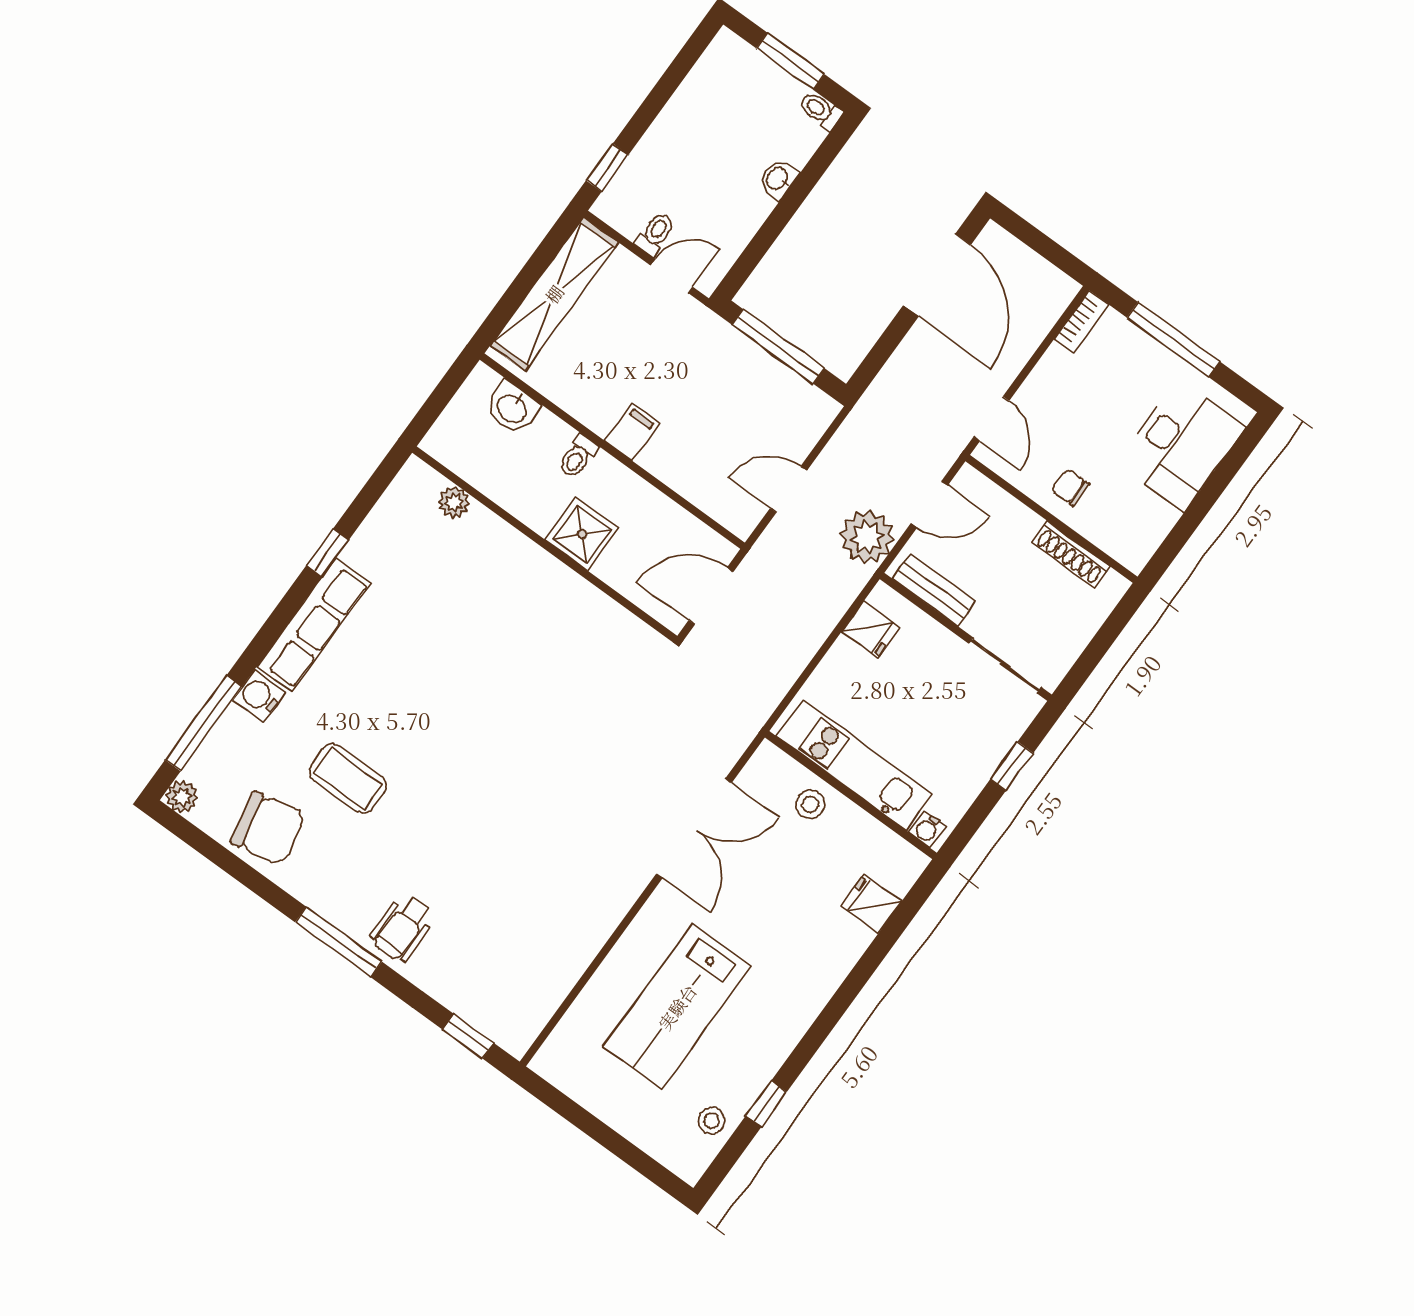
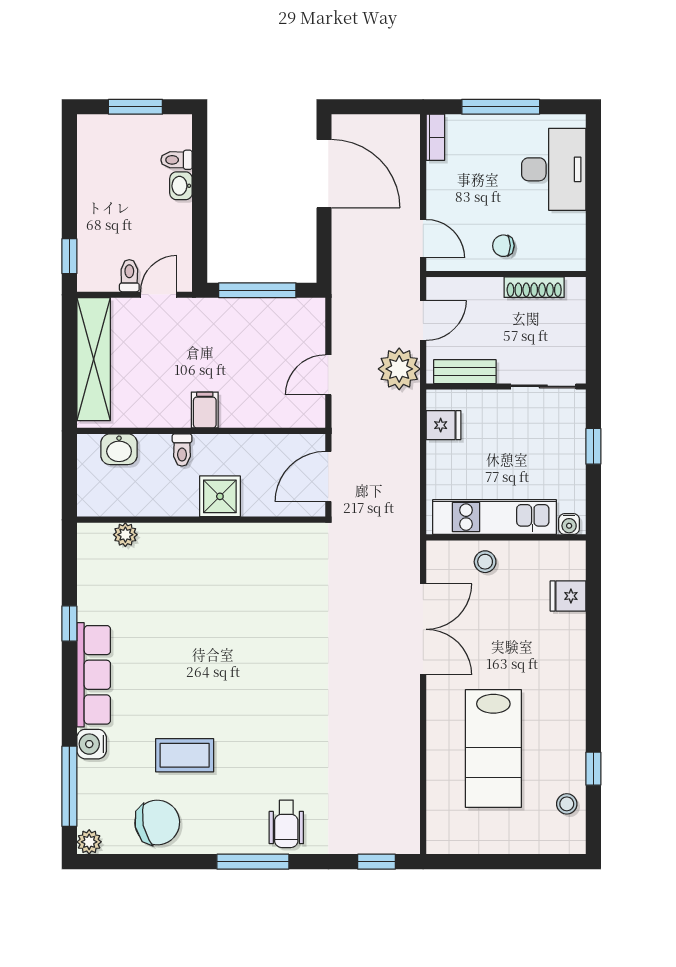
toilet: (820, 110) -> (177, 160), moved

